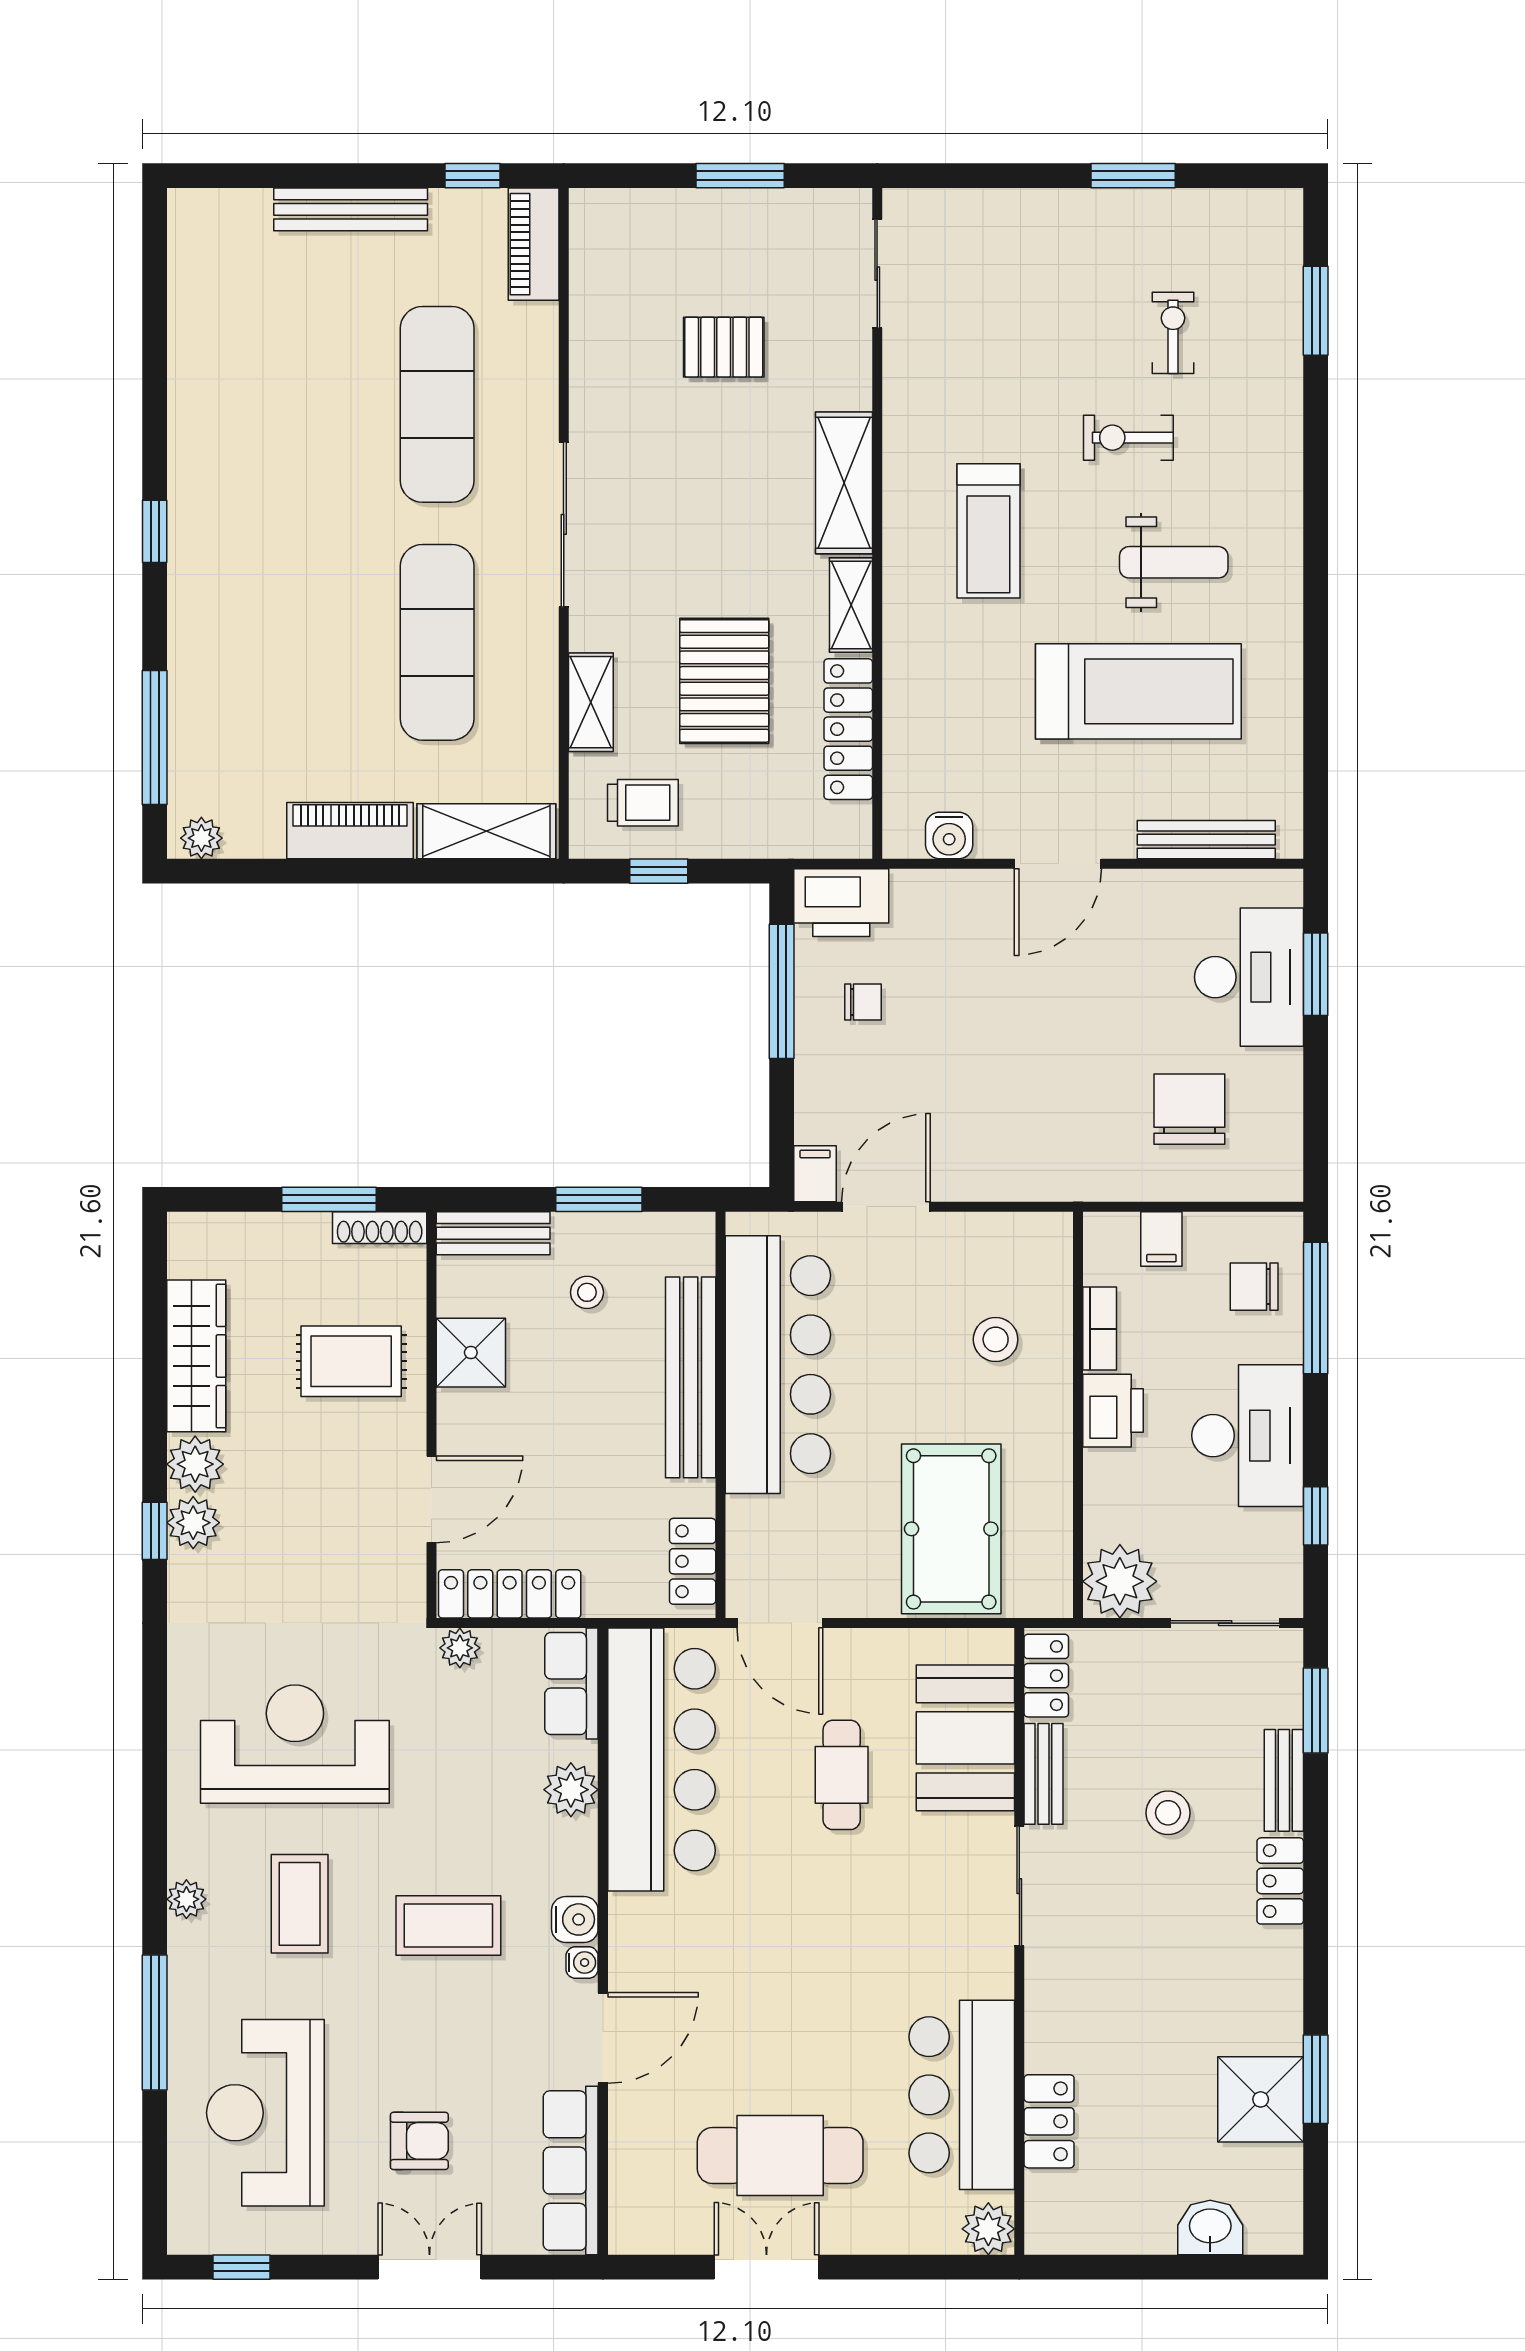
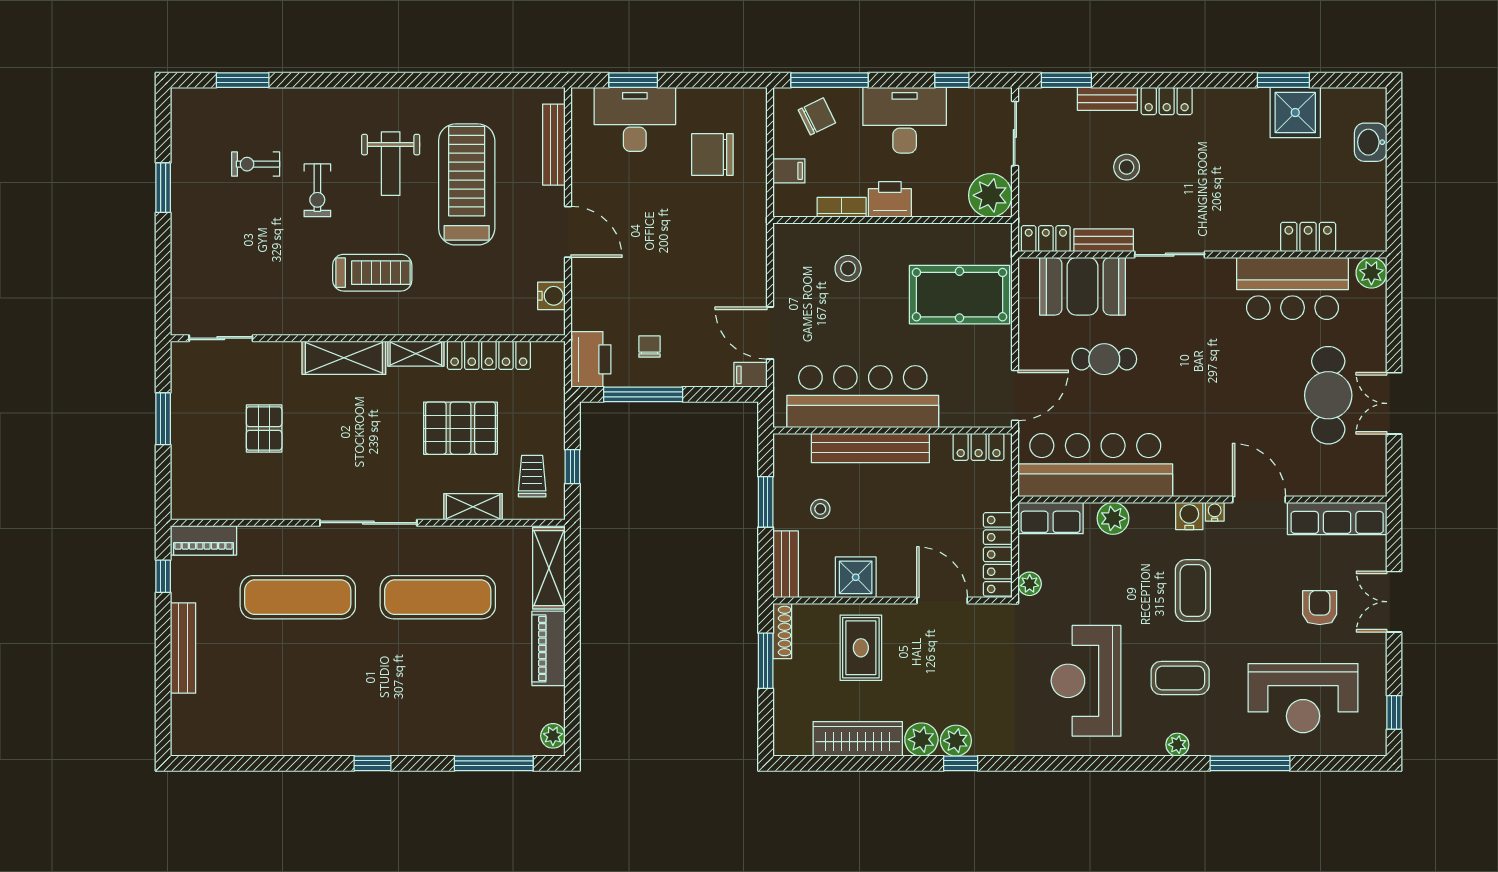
weight bench: (1174, 562) -> (391, 164), turned 180
chair: (1254, 1287) -> (817, 116), turned -116

